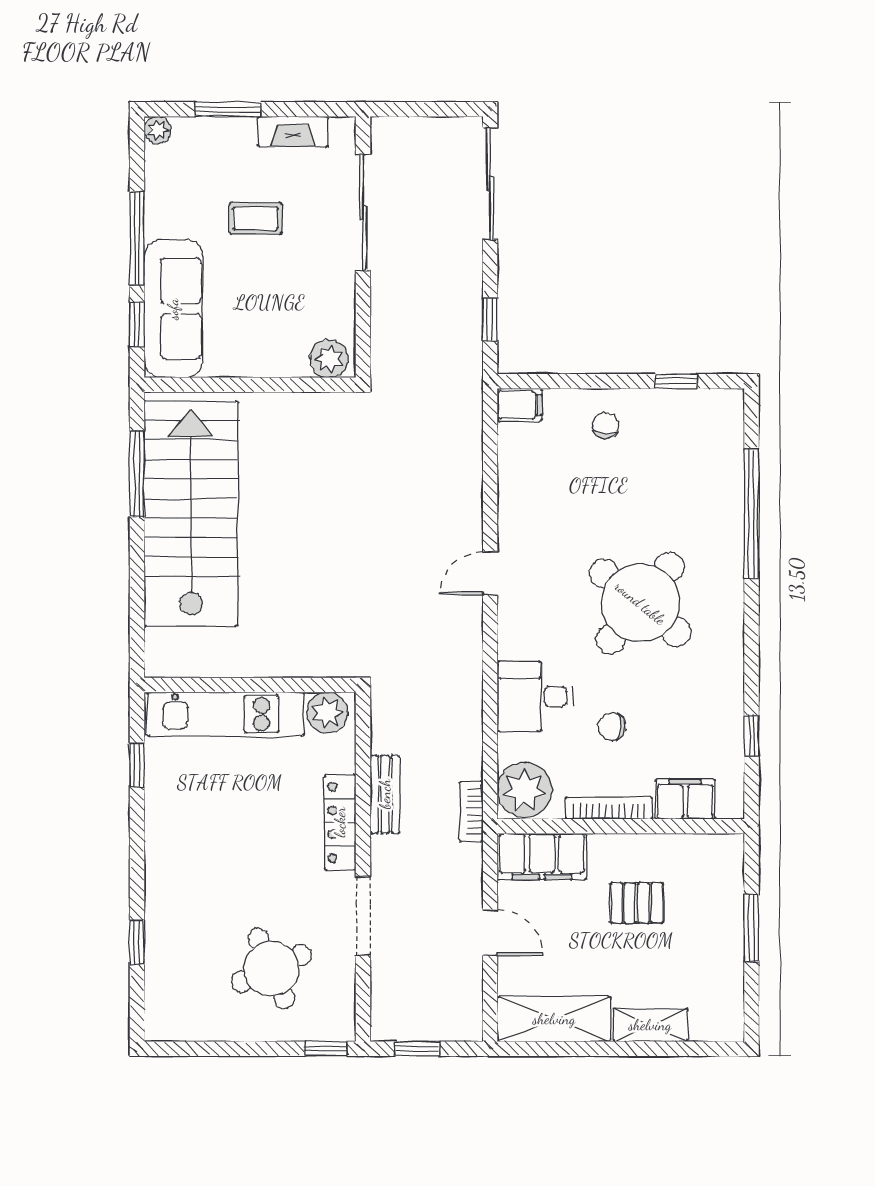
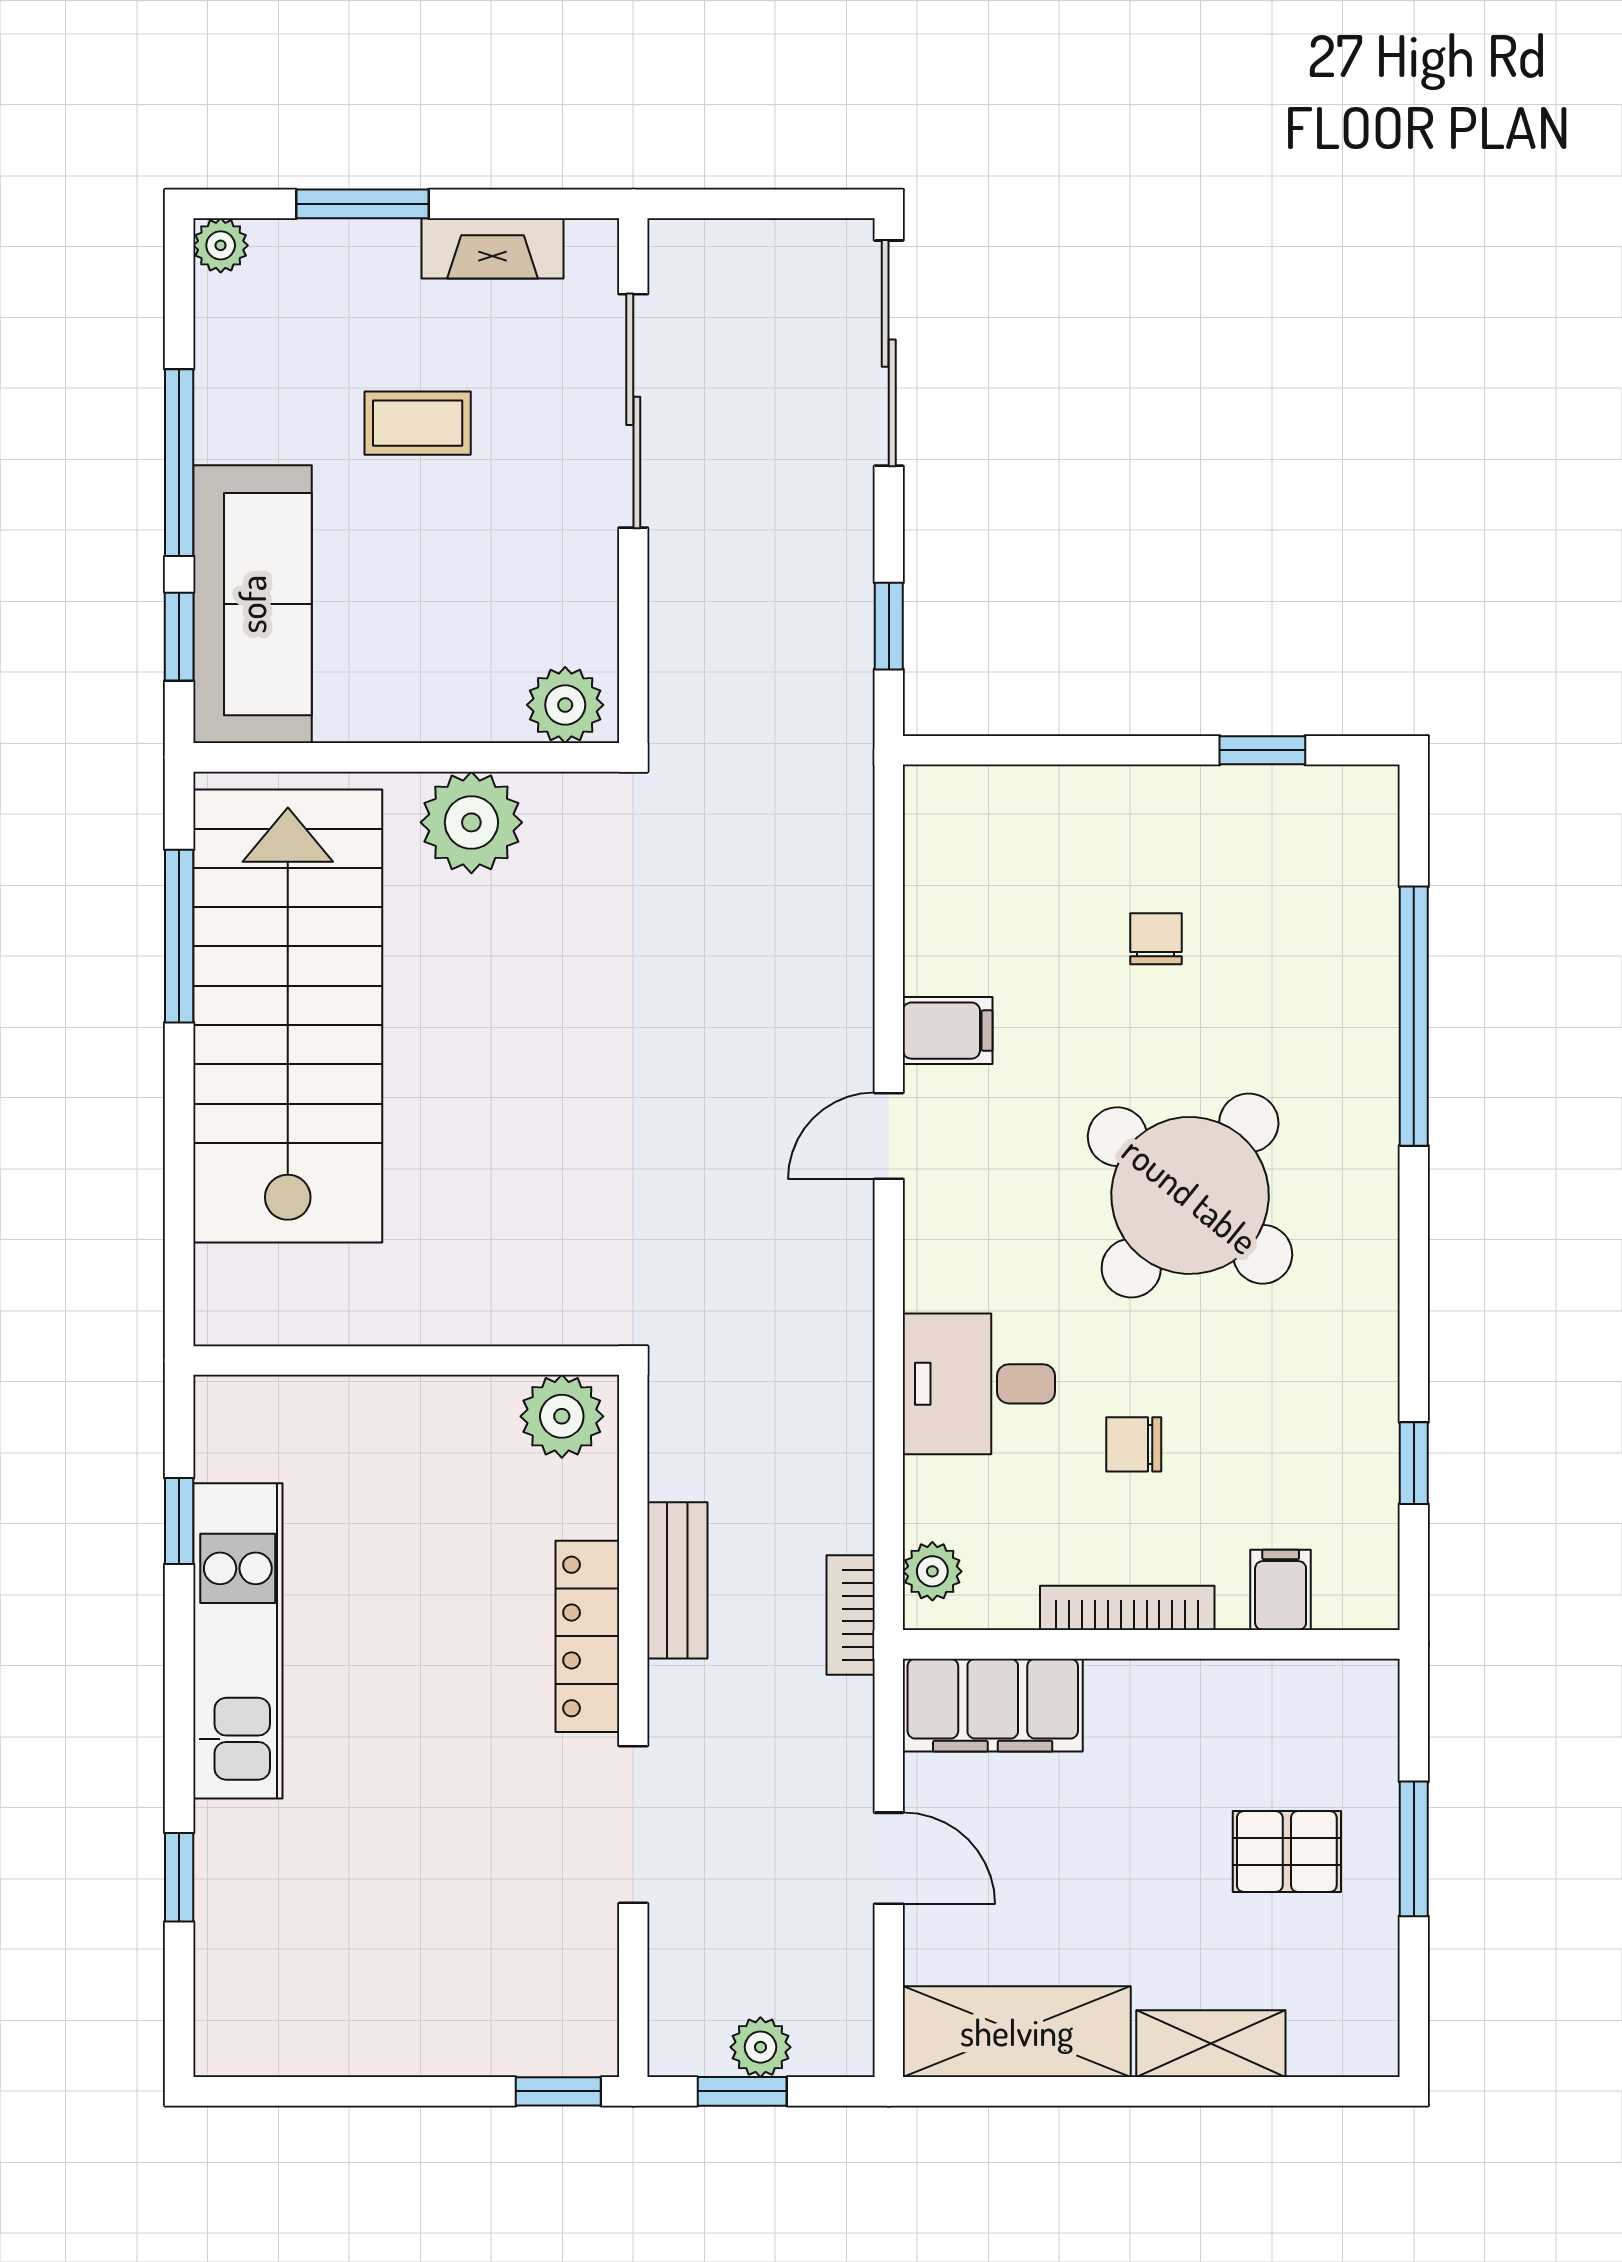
filing cabinet: (519, 405) -> (948, 1031), moved
plant: (282, 417) -> (471, 822), added
chair: (606, 426) -> (1156, 939), moved
kitchen unit: (225, 714) -> (238, 1641), moved, turned -90
plant: (525, 790) -> (932, 1571), width x0.53, depth x0.53
filing cabinet: (685, 799) -> (1281, 1590), width x0.50
pallet: (637, 903) -> (1287, 1852), moved
round table: (271, 969) -> (449, 1930), removed
plant: (426, 1027) -> (760, 2047), added

